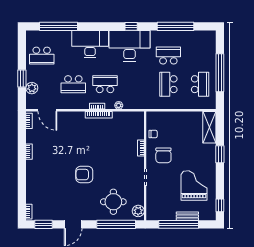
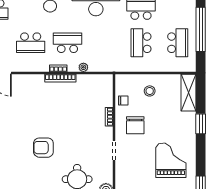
stool: (176, 126) -> (150, 91), added

